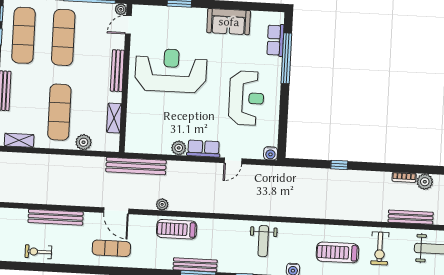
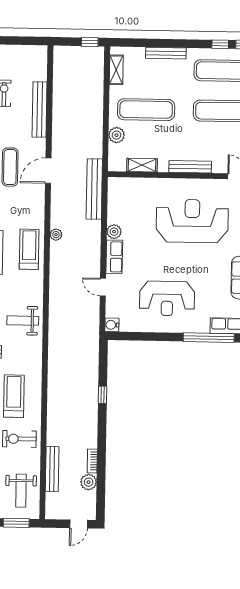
reception desk: (171, 71) -> (192, 221), turned -90
plant: (162, 204) -> (56, 235), moved
treadmill: (177, 229) -> (29, 249), moved

